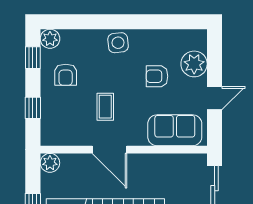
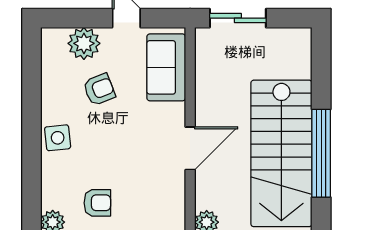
armchair: (157, 76) -> (99, 89), turned -111
coffee table: (105, 107) -> (137, 154), removed

